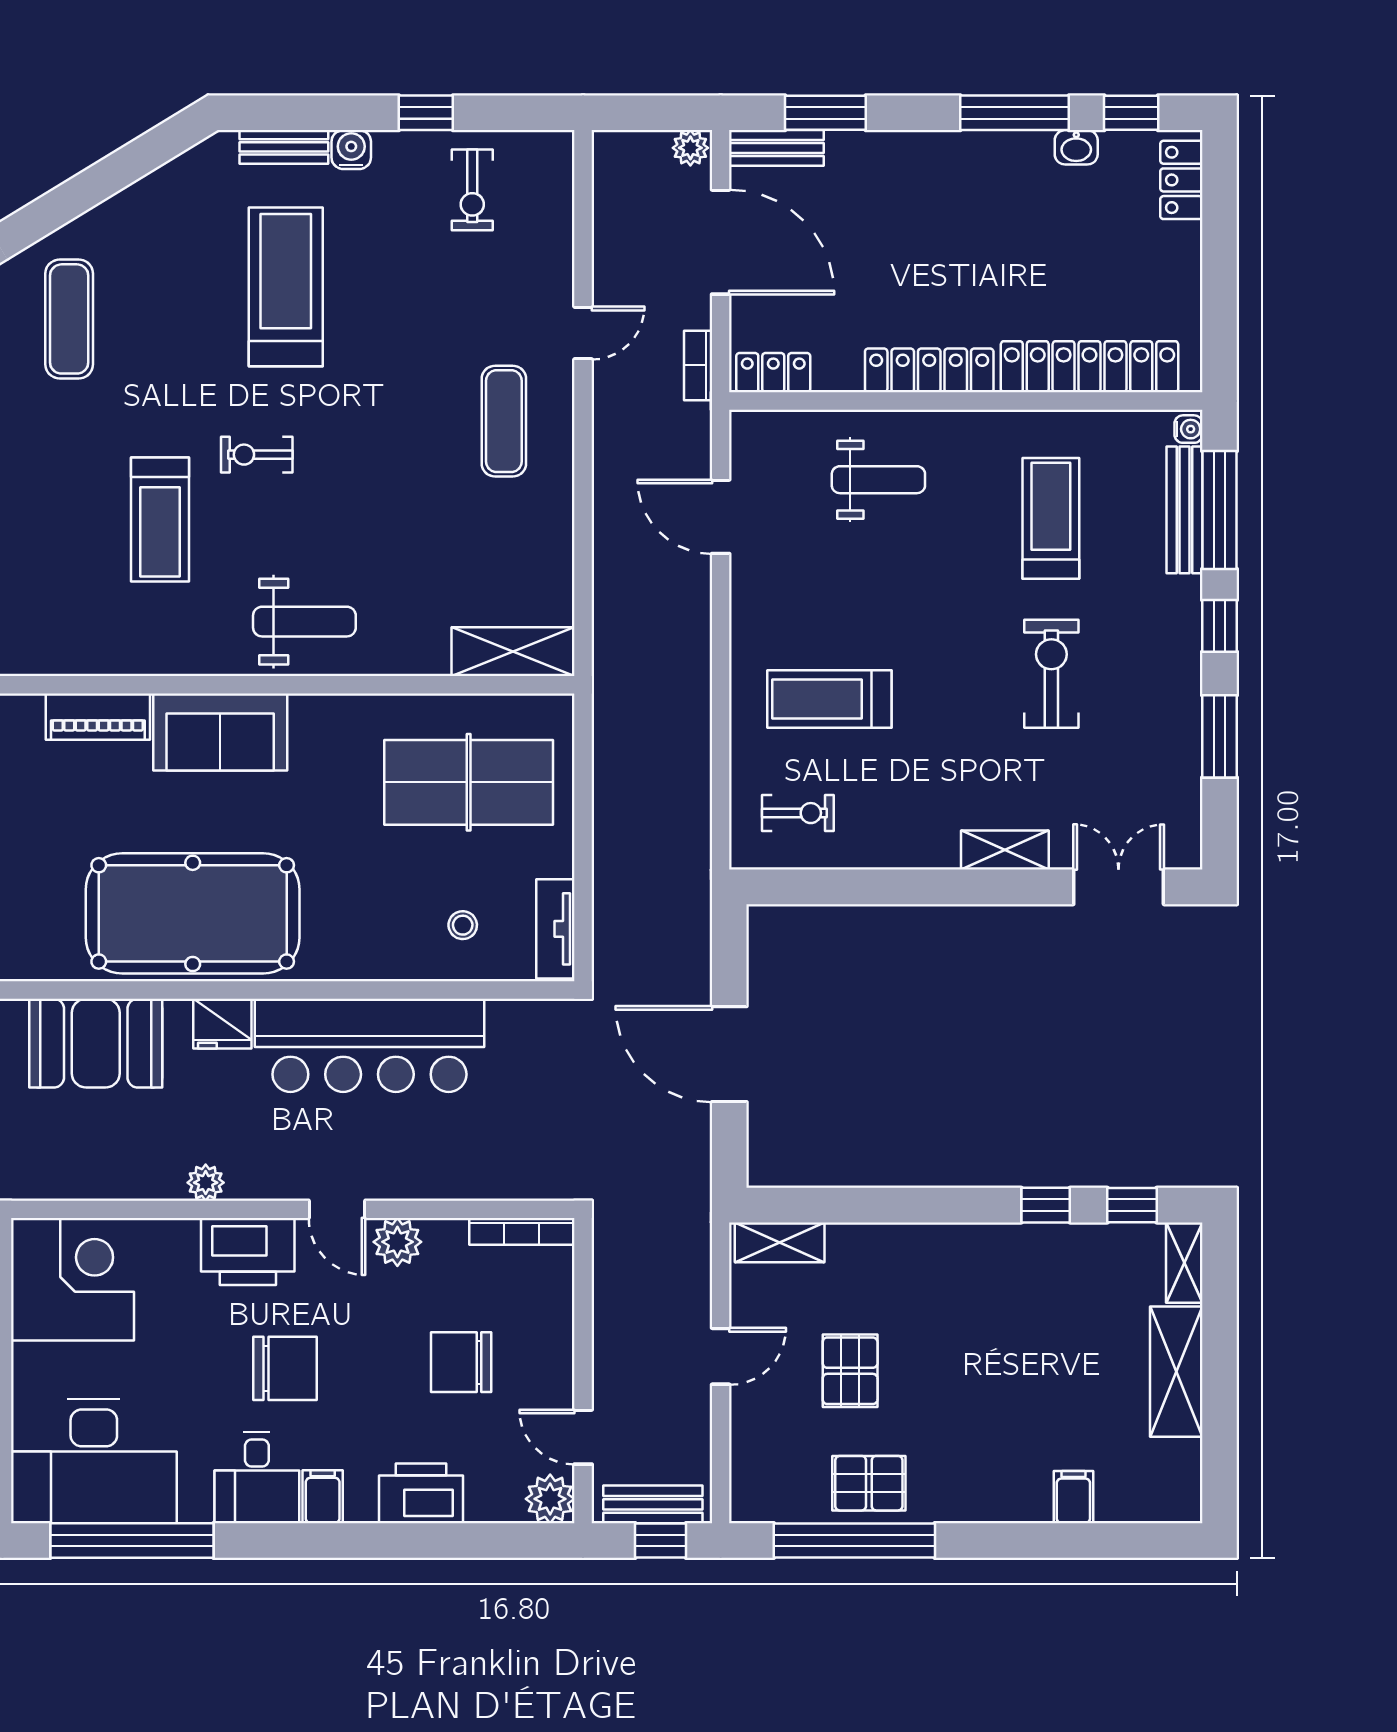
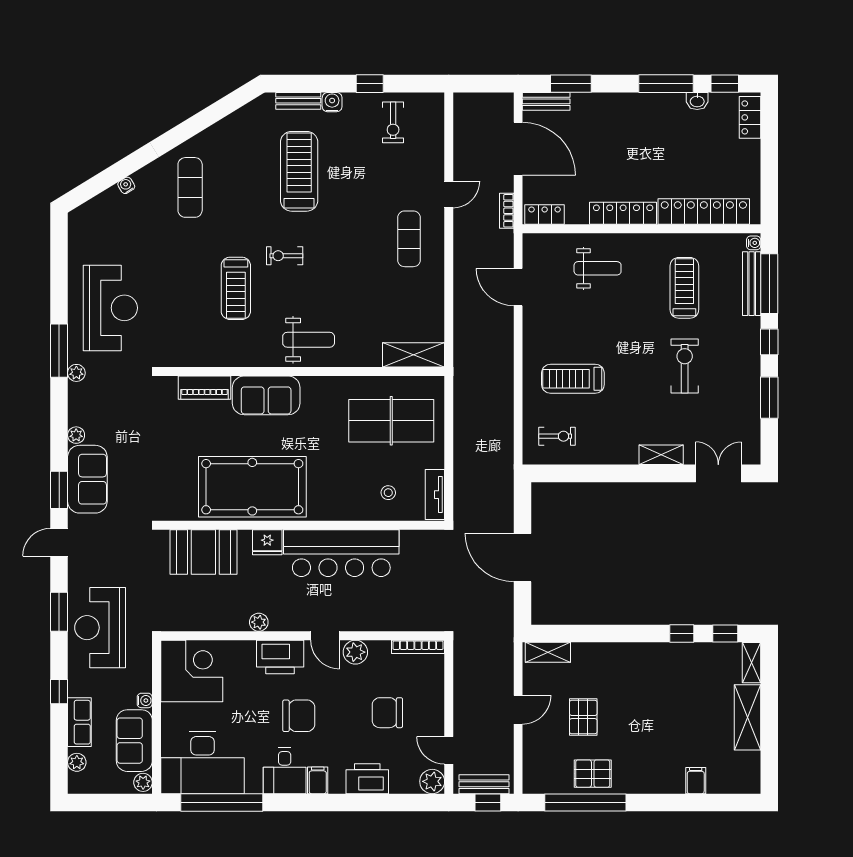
plant: (690, 148) -> (503, 101), removed

